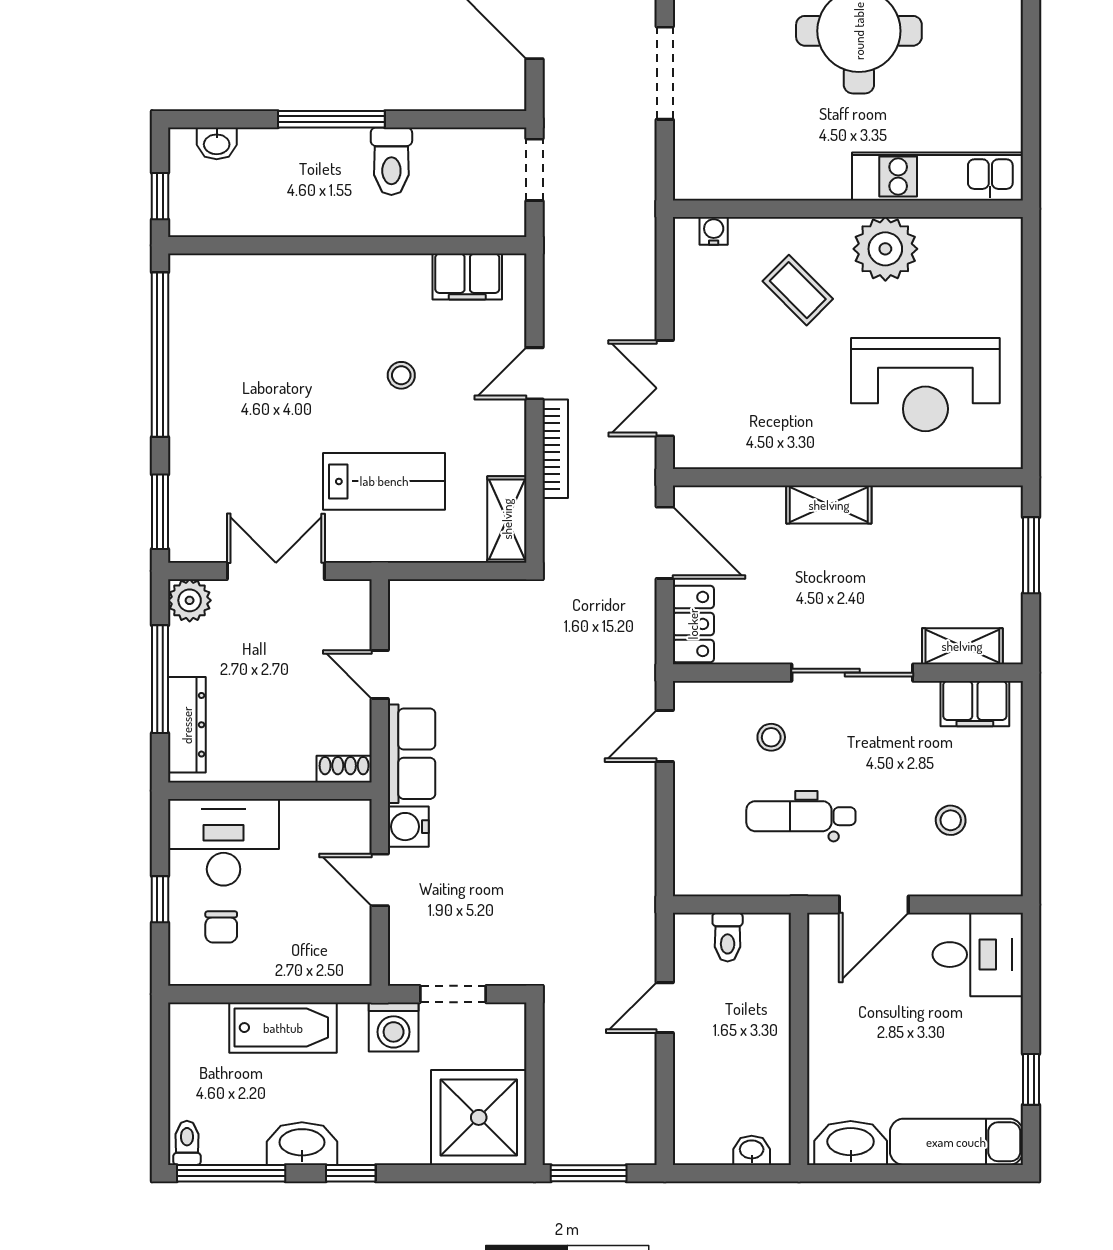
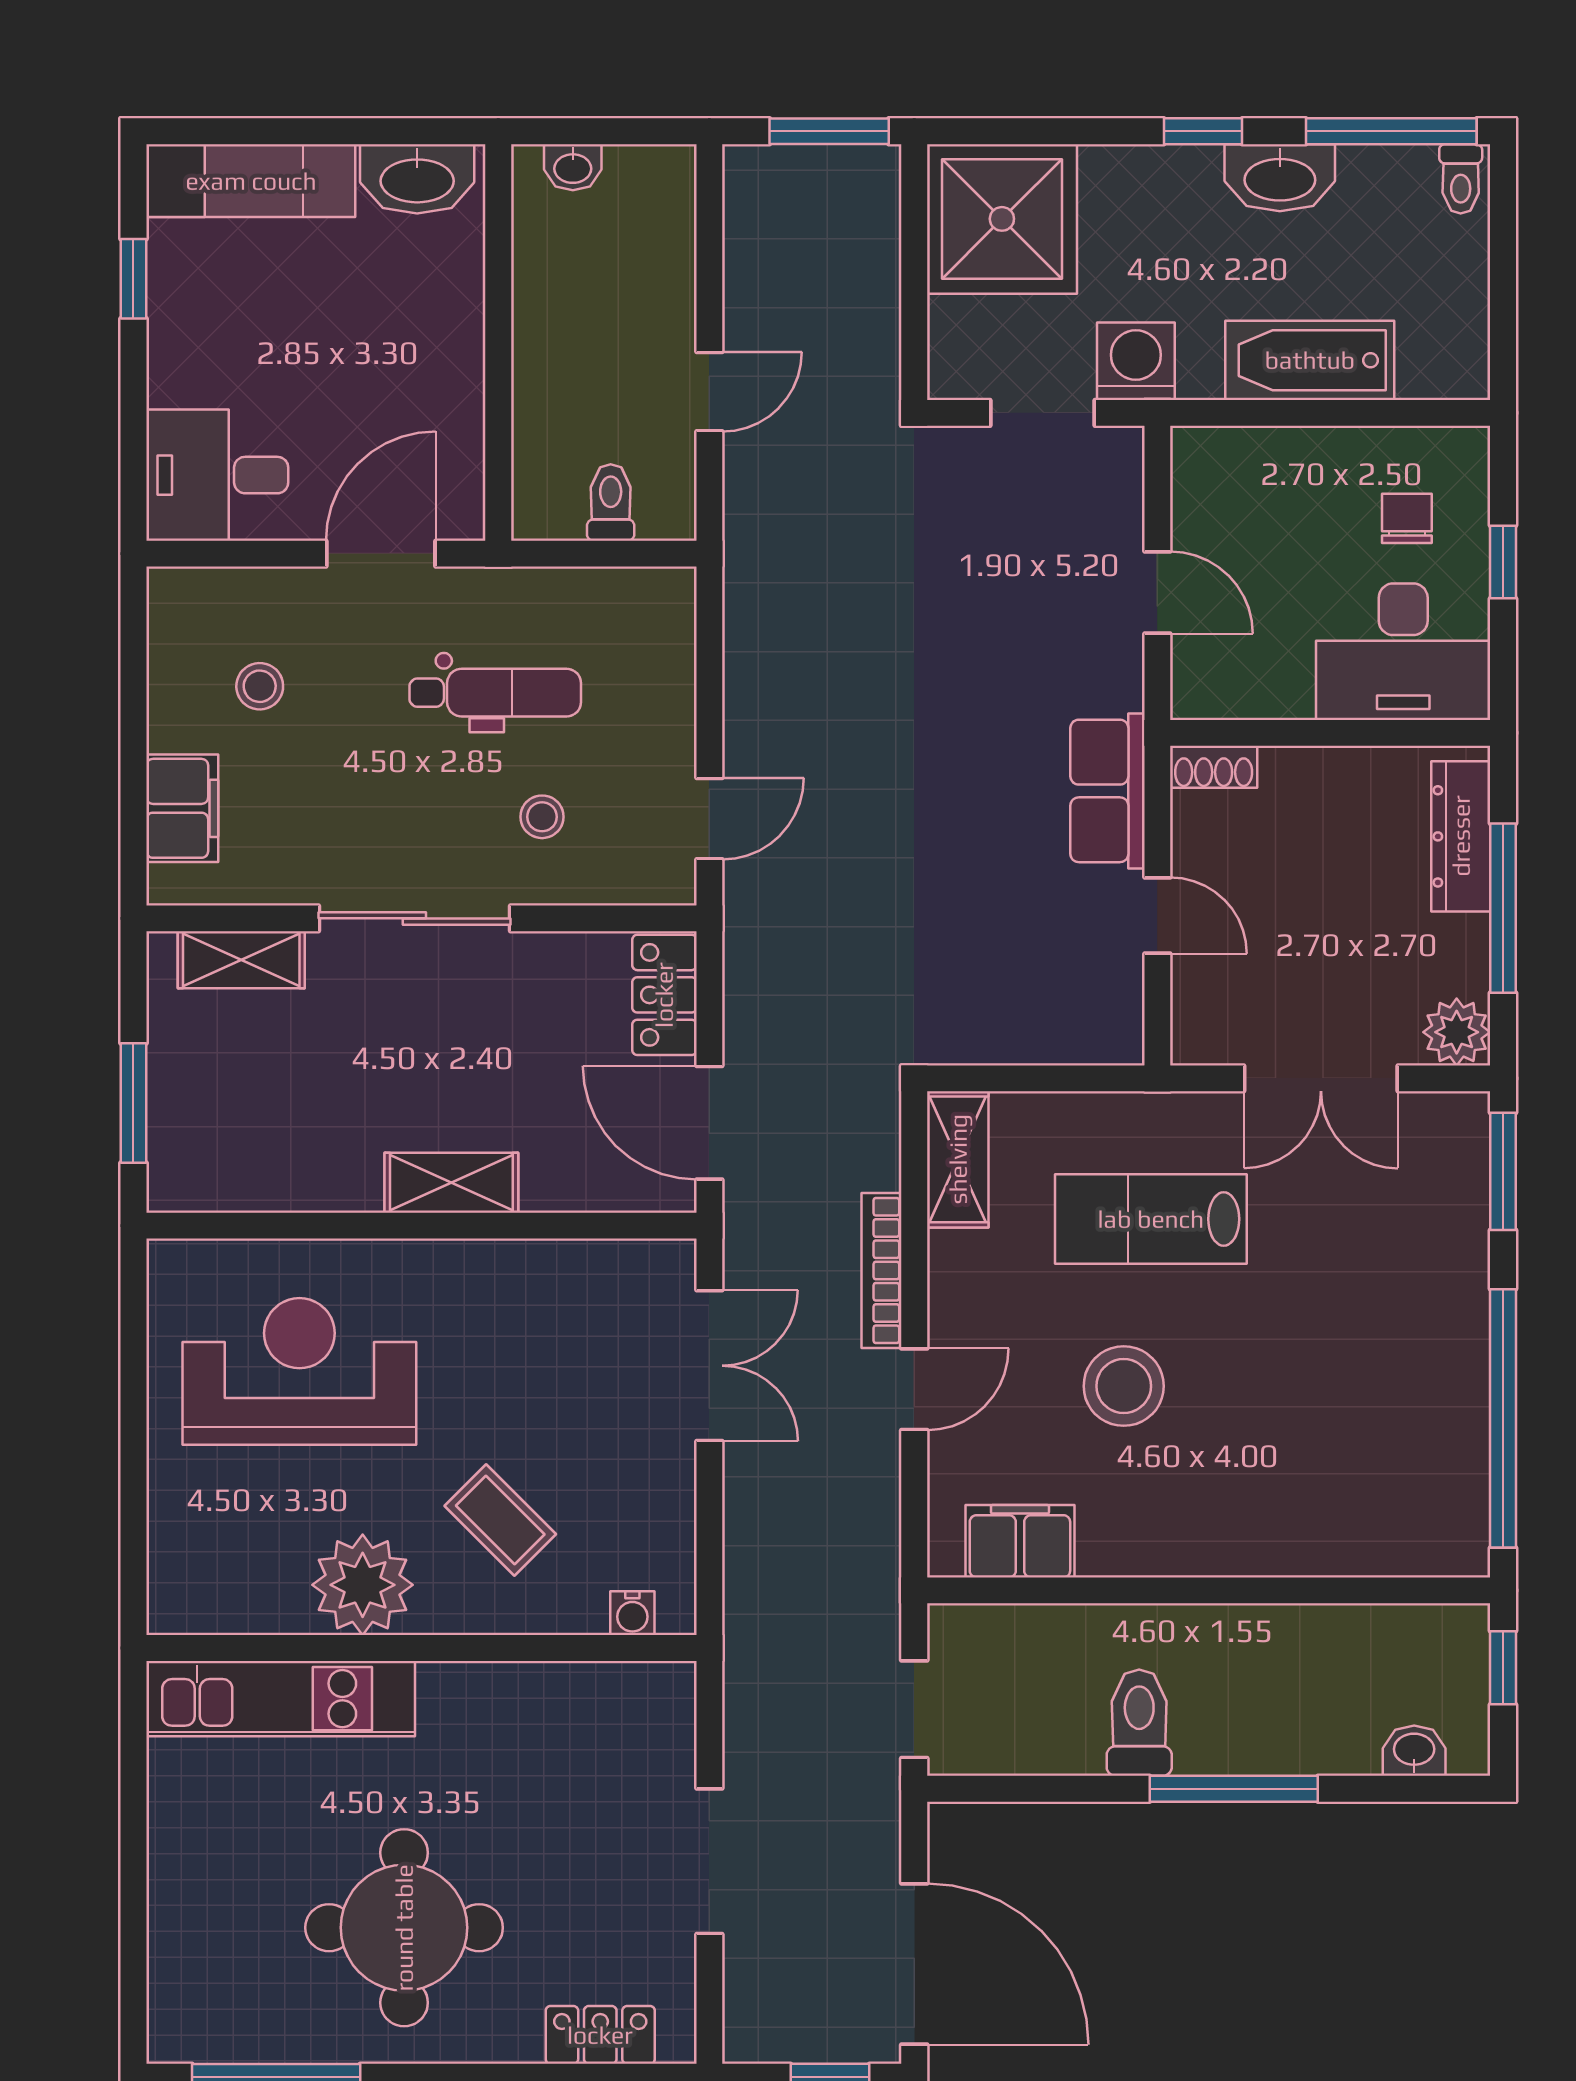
stool: (401, 375) -> (1124, 1386), width x1.89, depth x1.89
filing cabinet: (975, 704) -> (182, 808), moved, turned 90
water cooler: (408, 827) -> (1113, 676), removed

